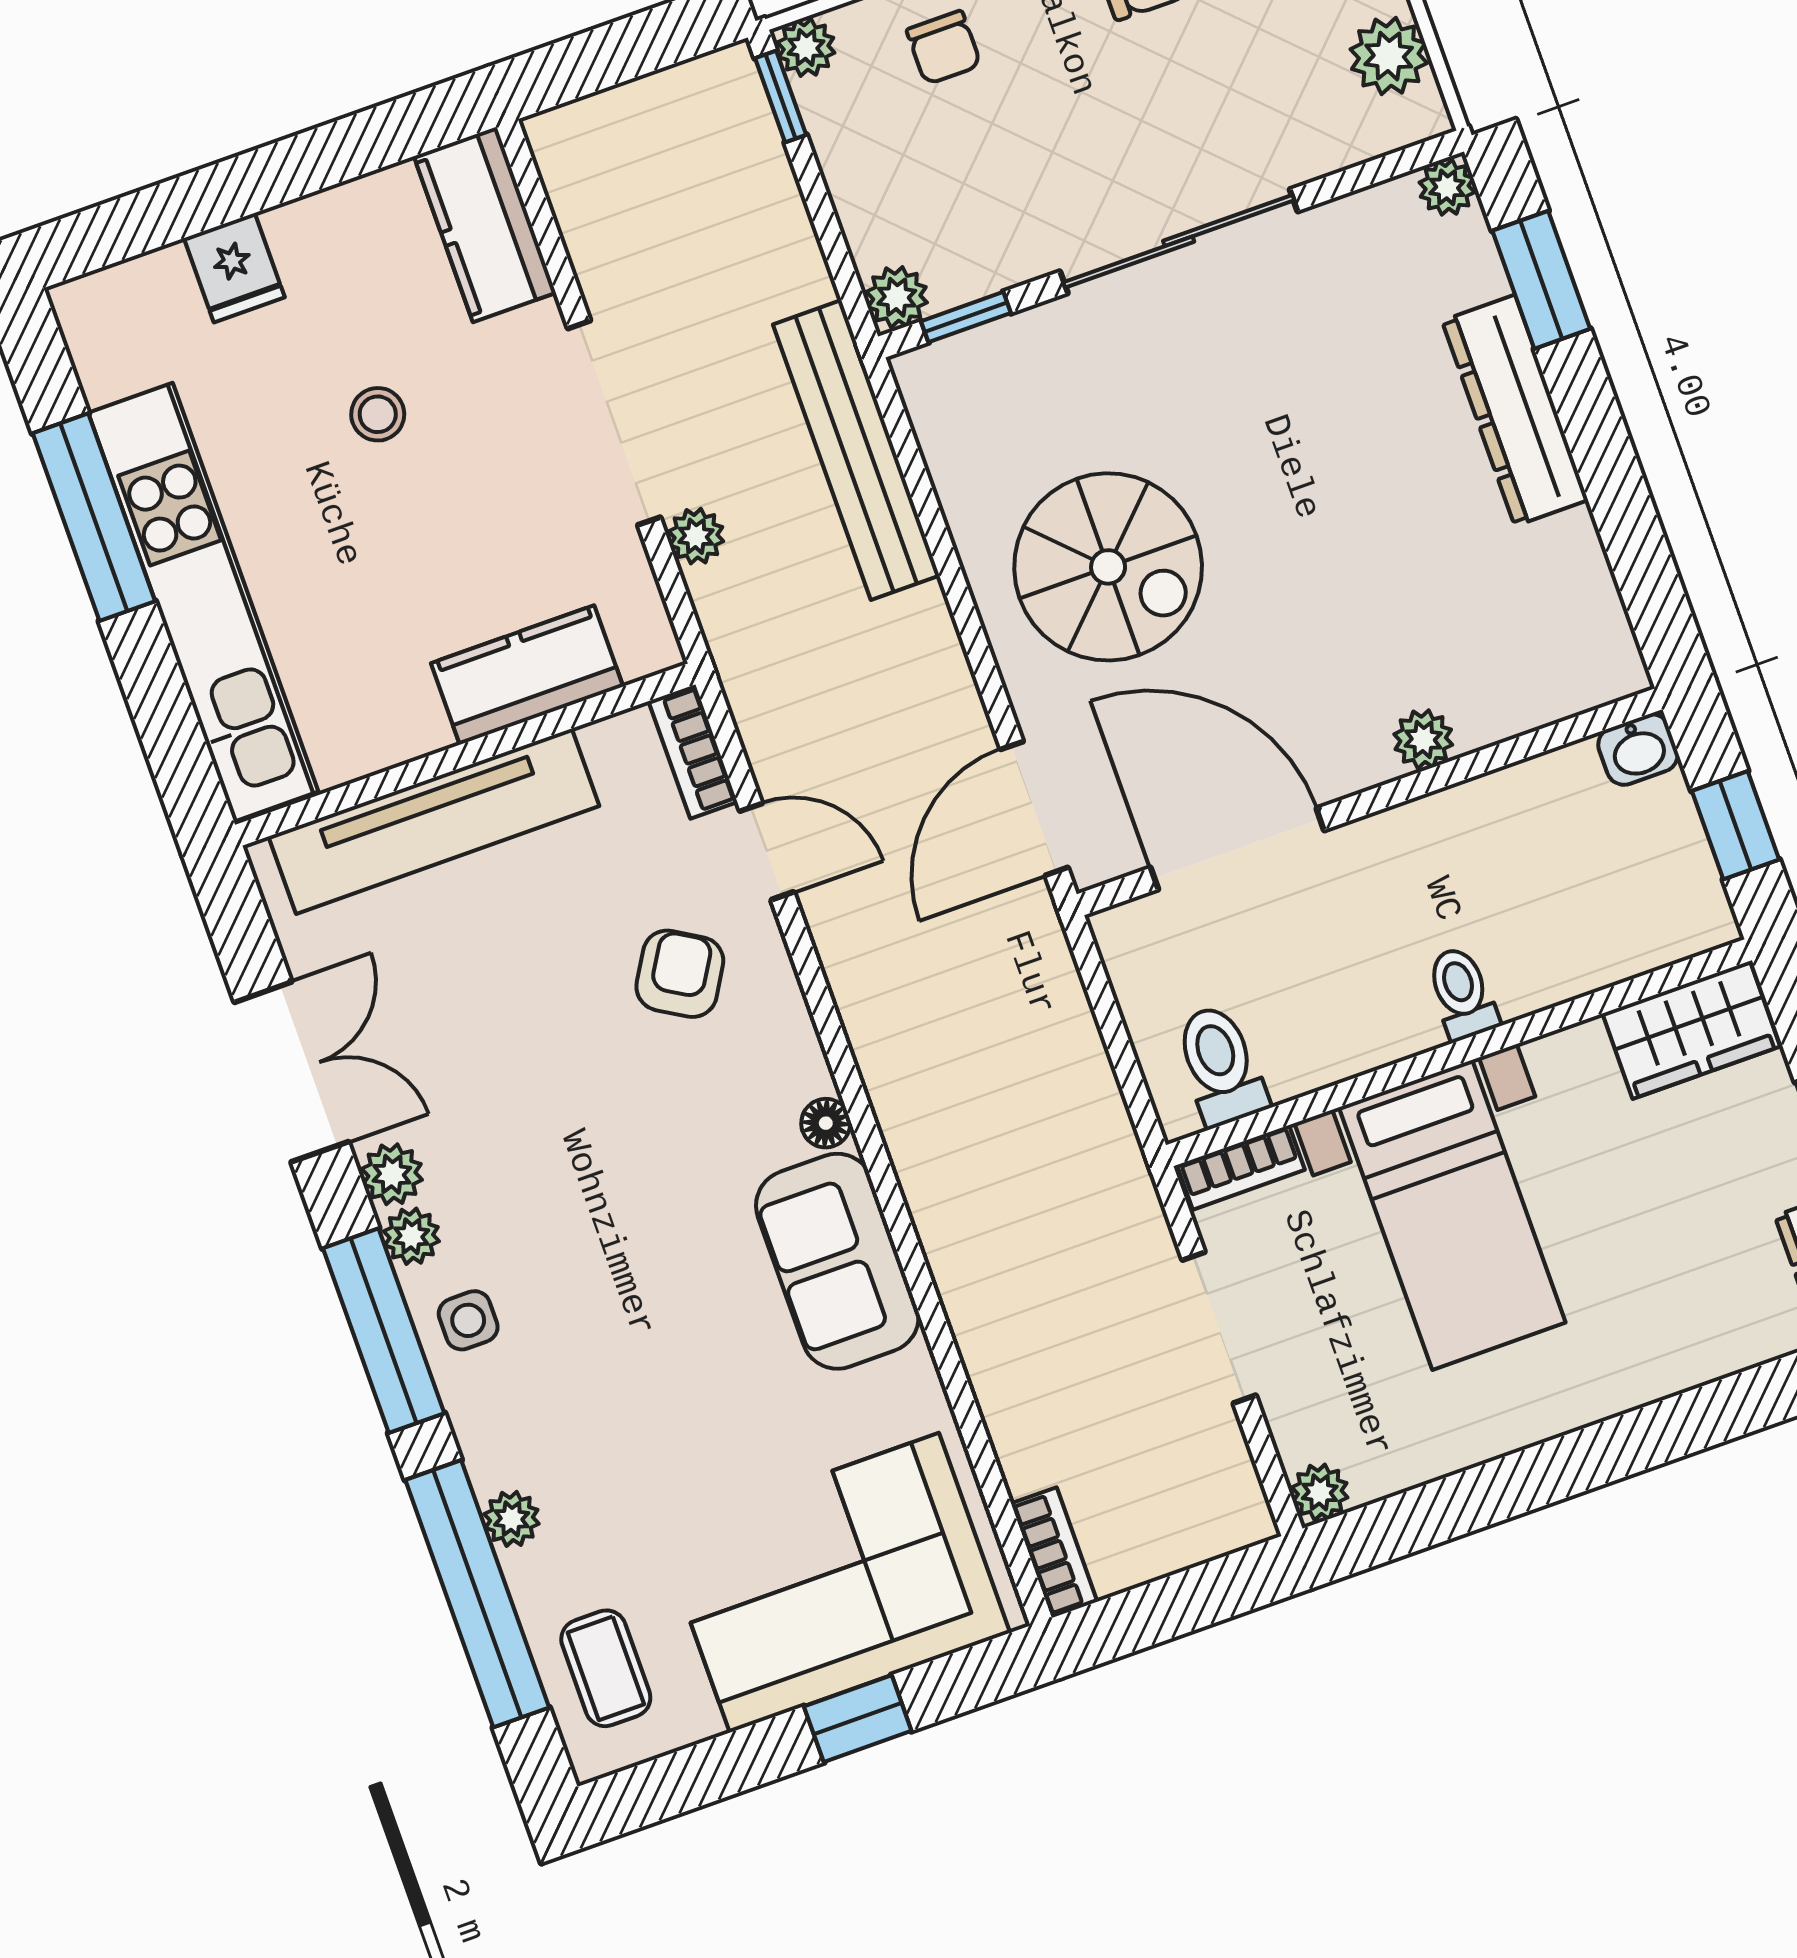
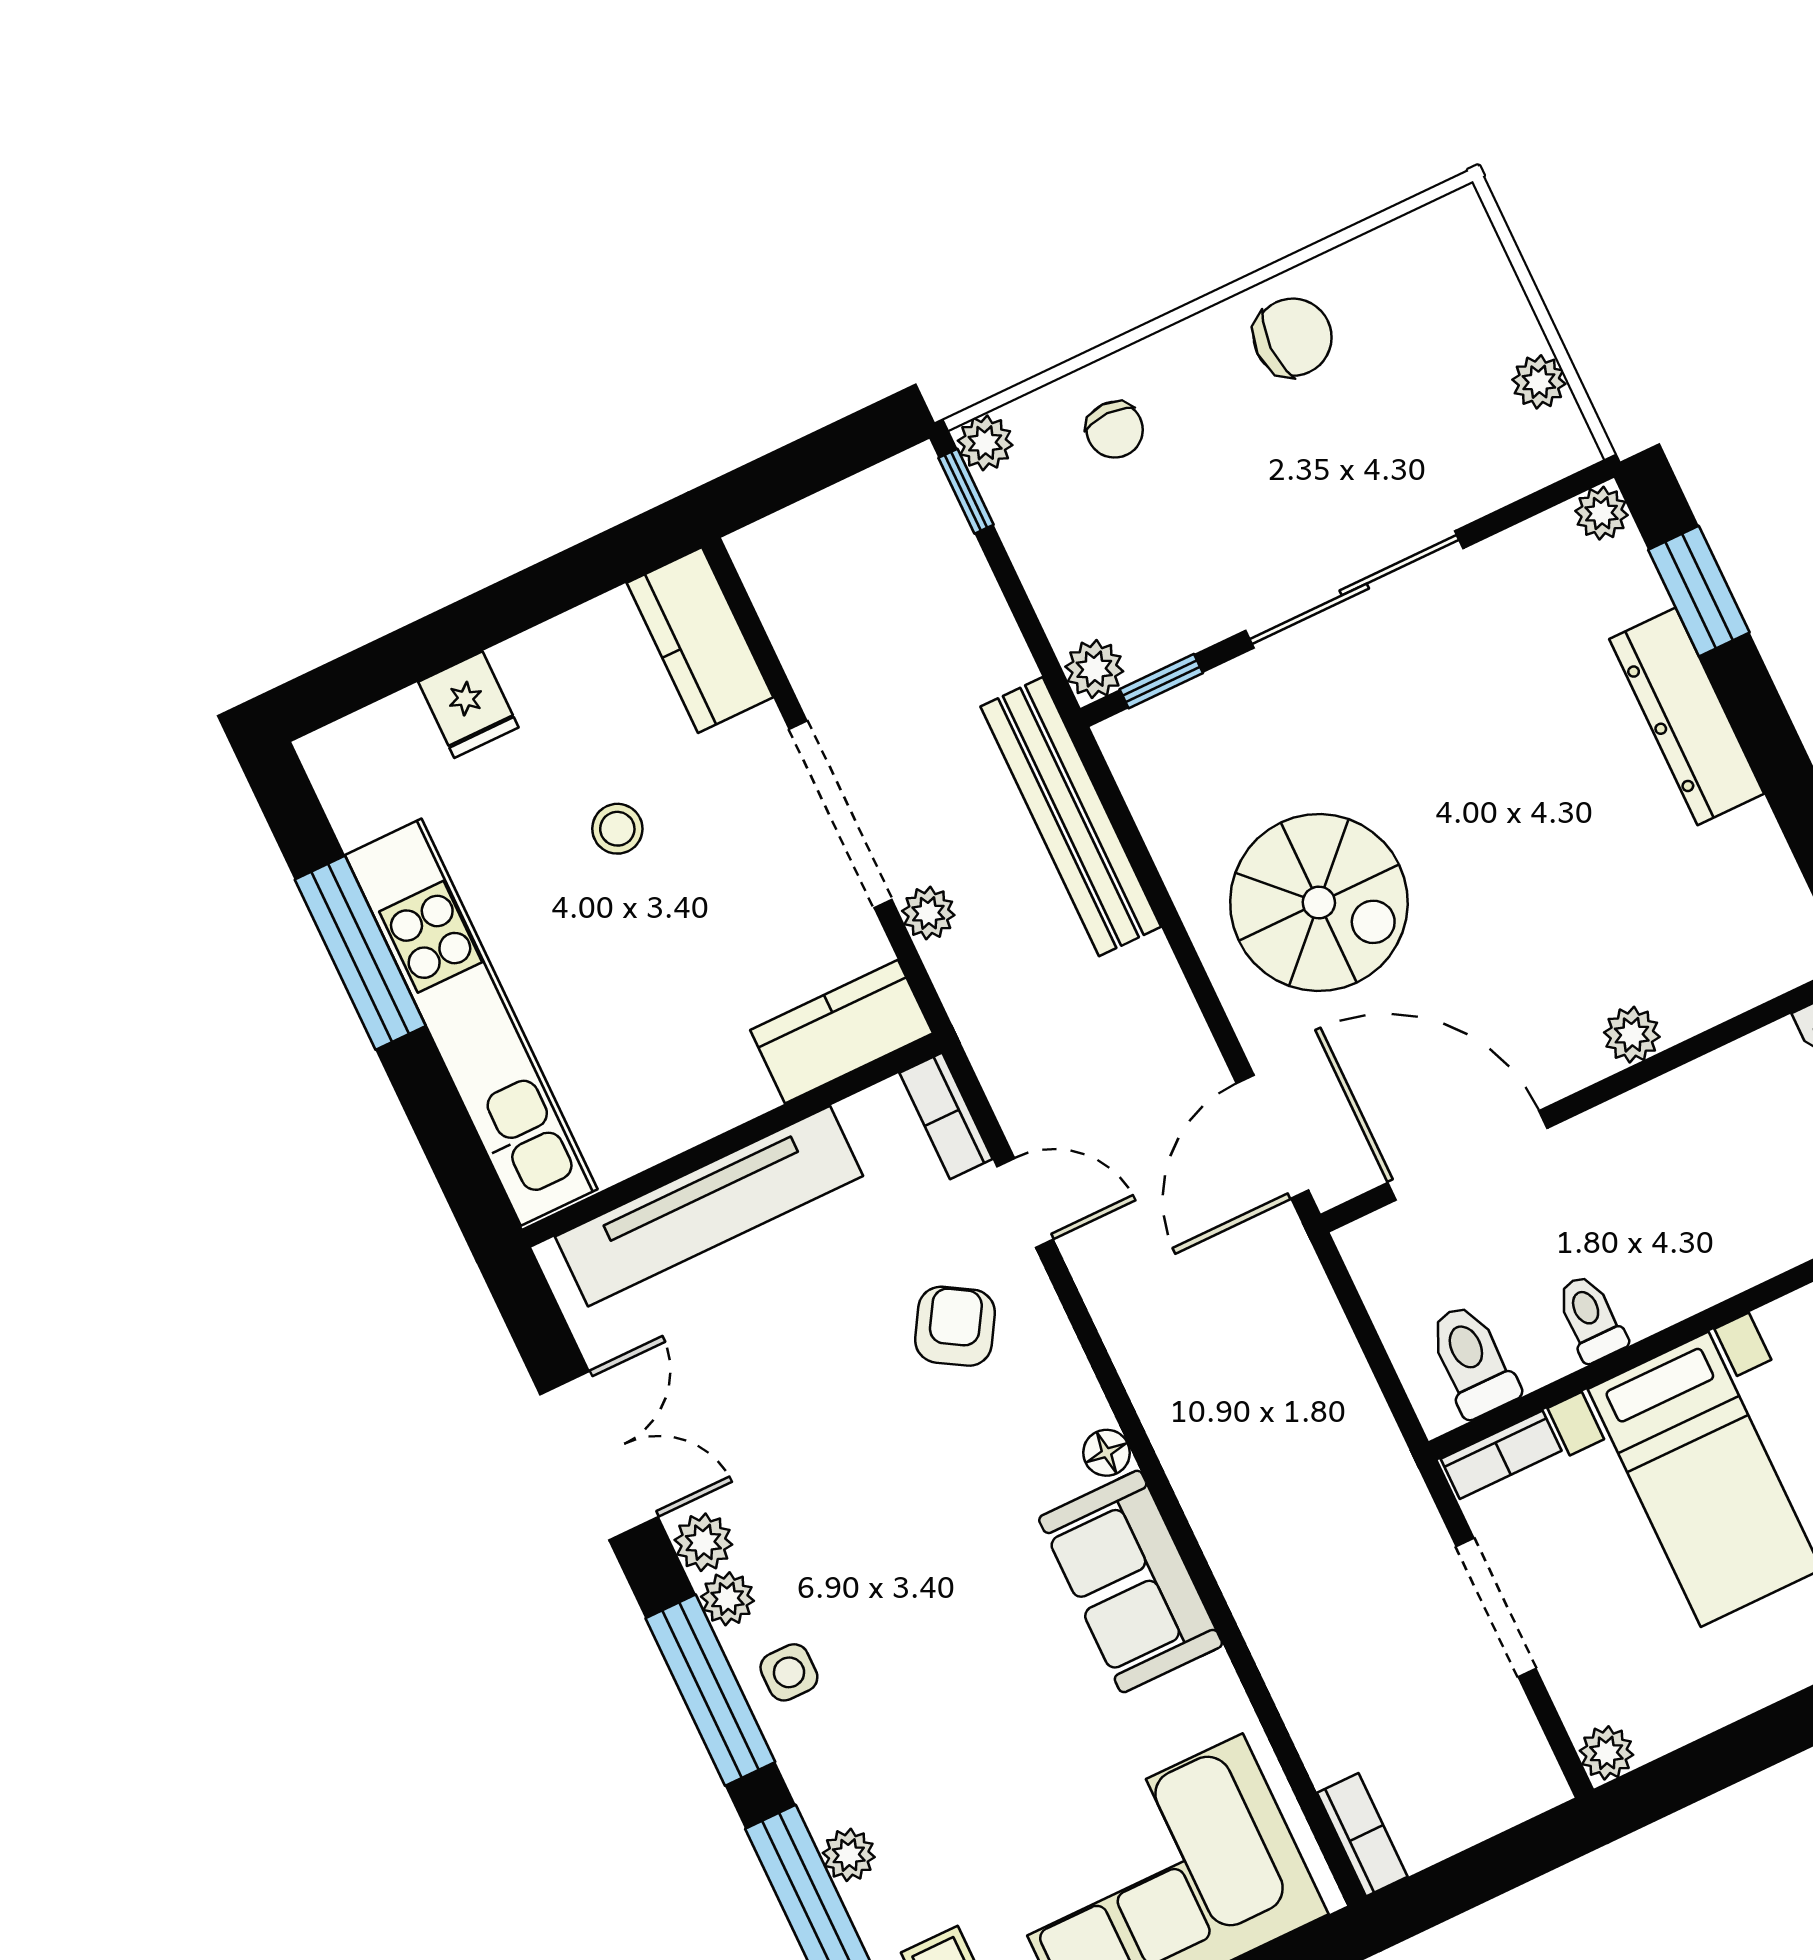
plant: (1389, 56) -> (1539, 382), width x0.73, depth x0.73
kitchen counter: (527, 675) -> (842, 1032), moved
toilet: (1462, 993) -> (1591, 1318), moved

